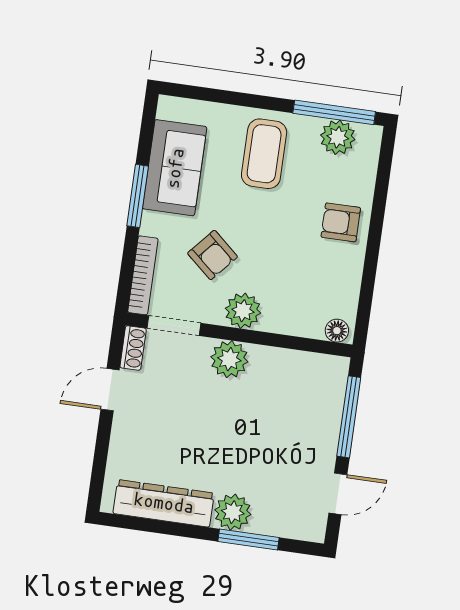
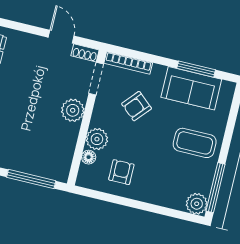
plant: (338, 137) -> (197, 204), moved
window: (138, 196) -> (196, 69), moved
armchair: (341, 222) -> (121, 172), moved
plant: (243, 311) -> (97, 139), moved
floor lamp: (337, 331) -> (89, 157), moved

